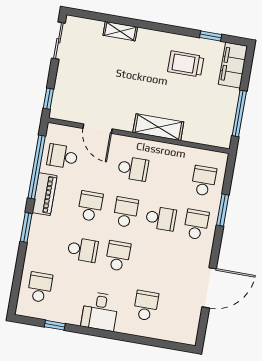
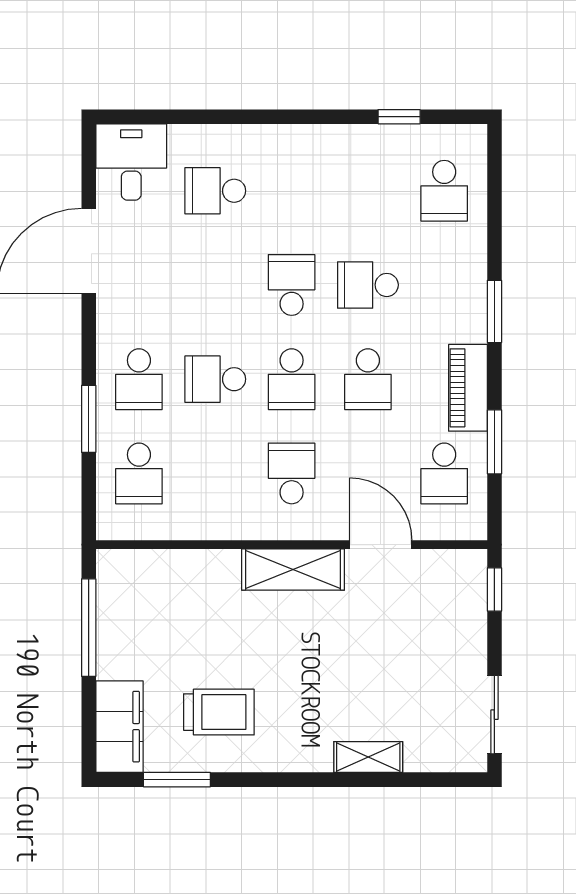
window: (211, 36) -> (177, 780), width x1.50
shelving: (158, 127) -> (293, 569), moved
school desk: (62, 156) -> (444, 473), turned 90
window: (37, 167) -> (494, 442), width x0.47
school desk: (133, 169) -> (292, 473), turned 90
school desk: (118, 256) -> (292, 285), turned 180
school desk: (146, 306) -> (215, 191), turned 90
desk: (100, 311) -> (131, 162), moved

